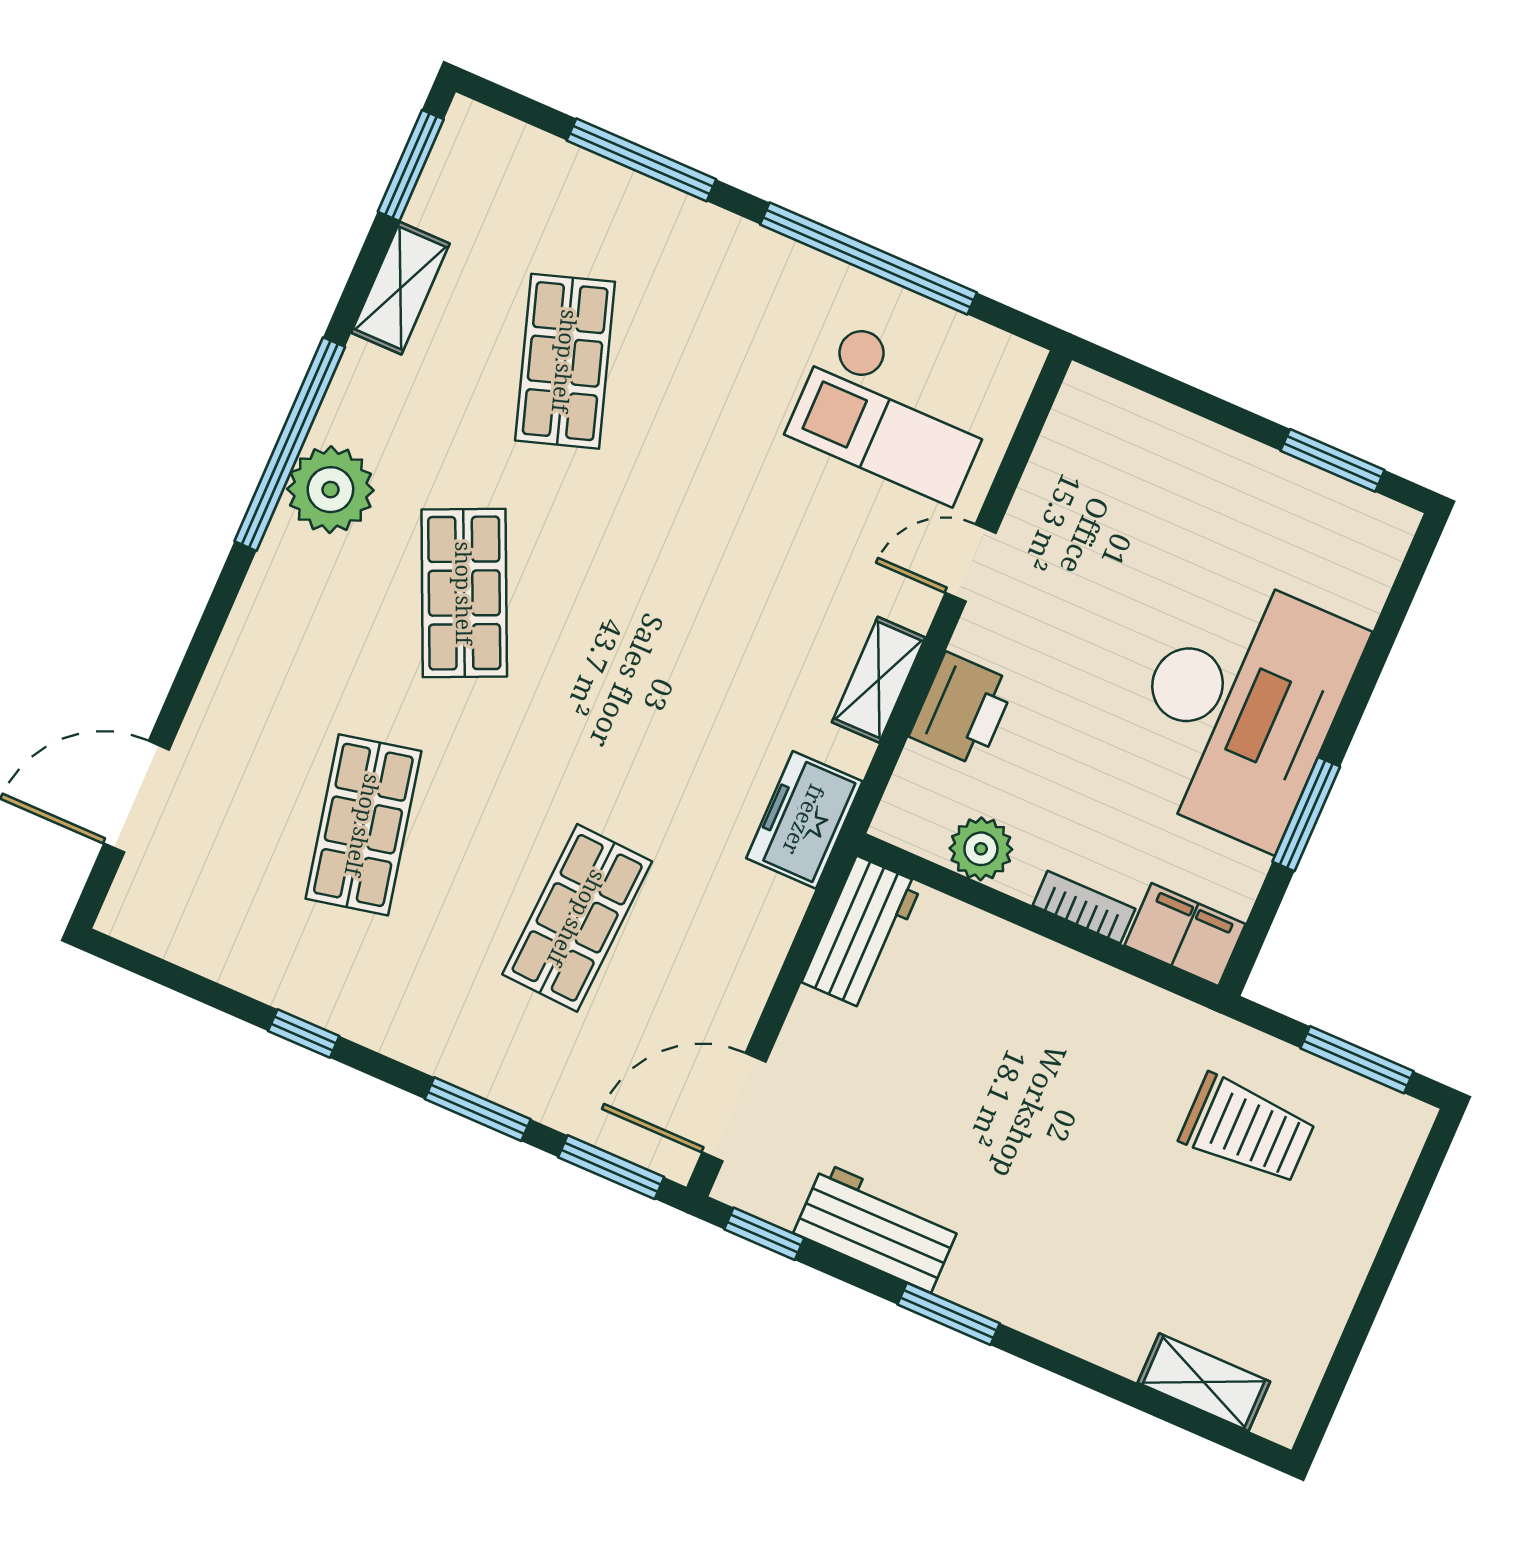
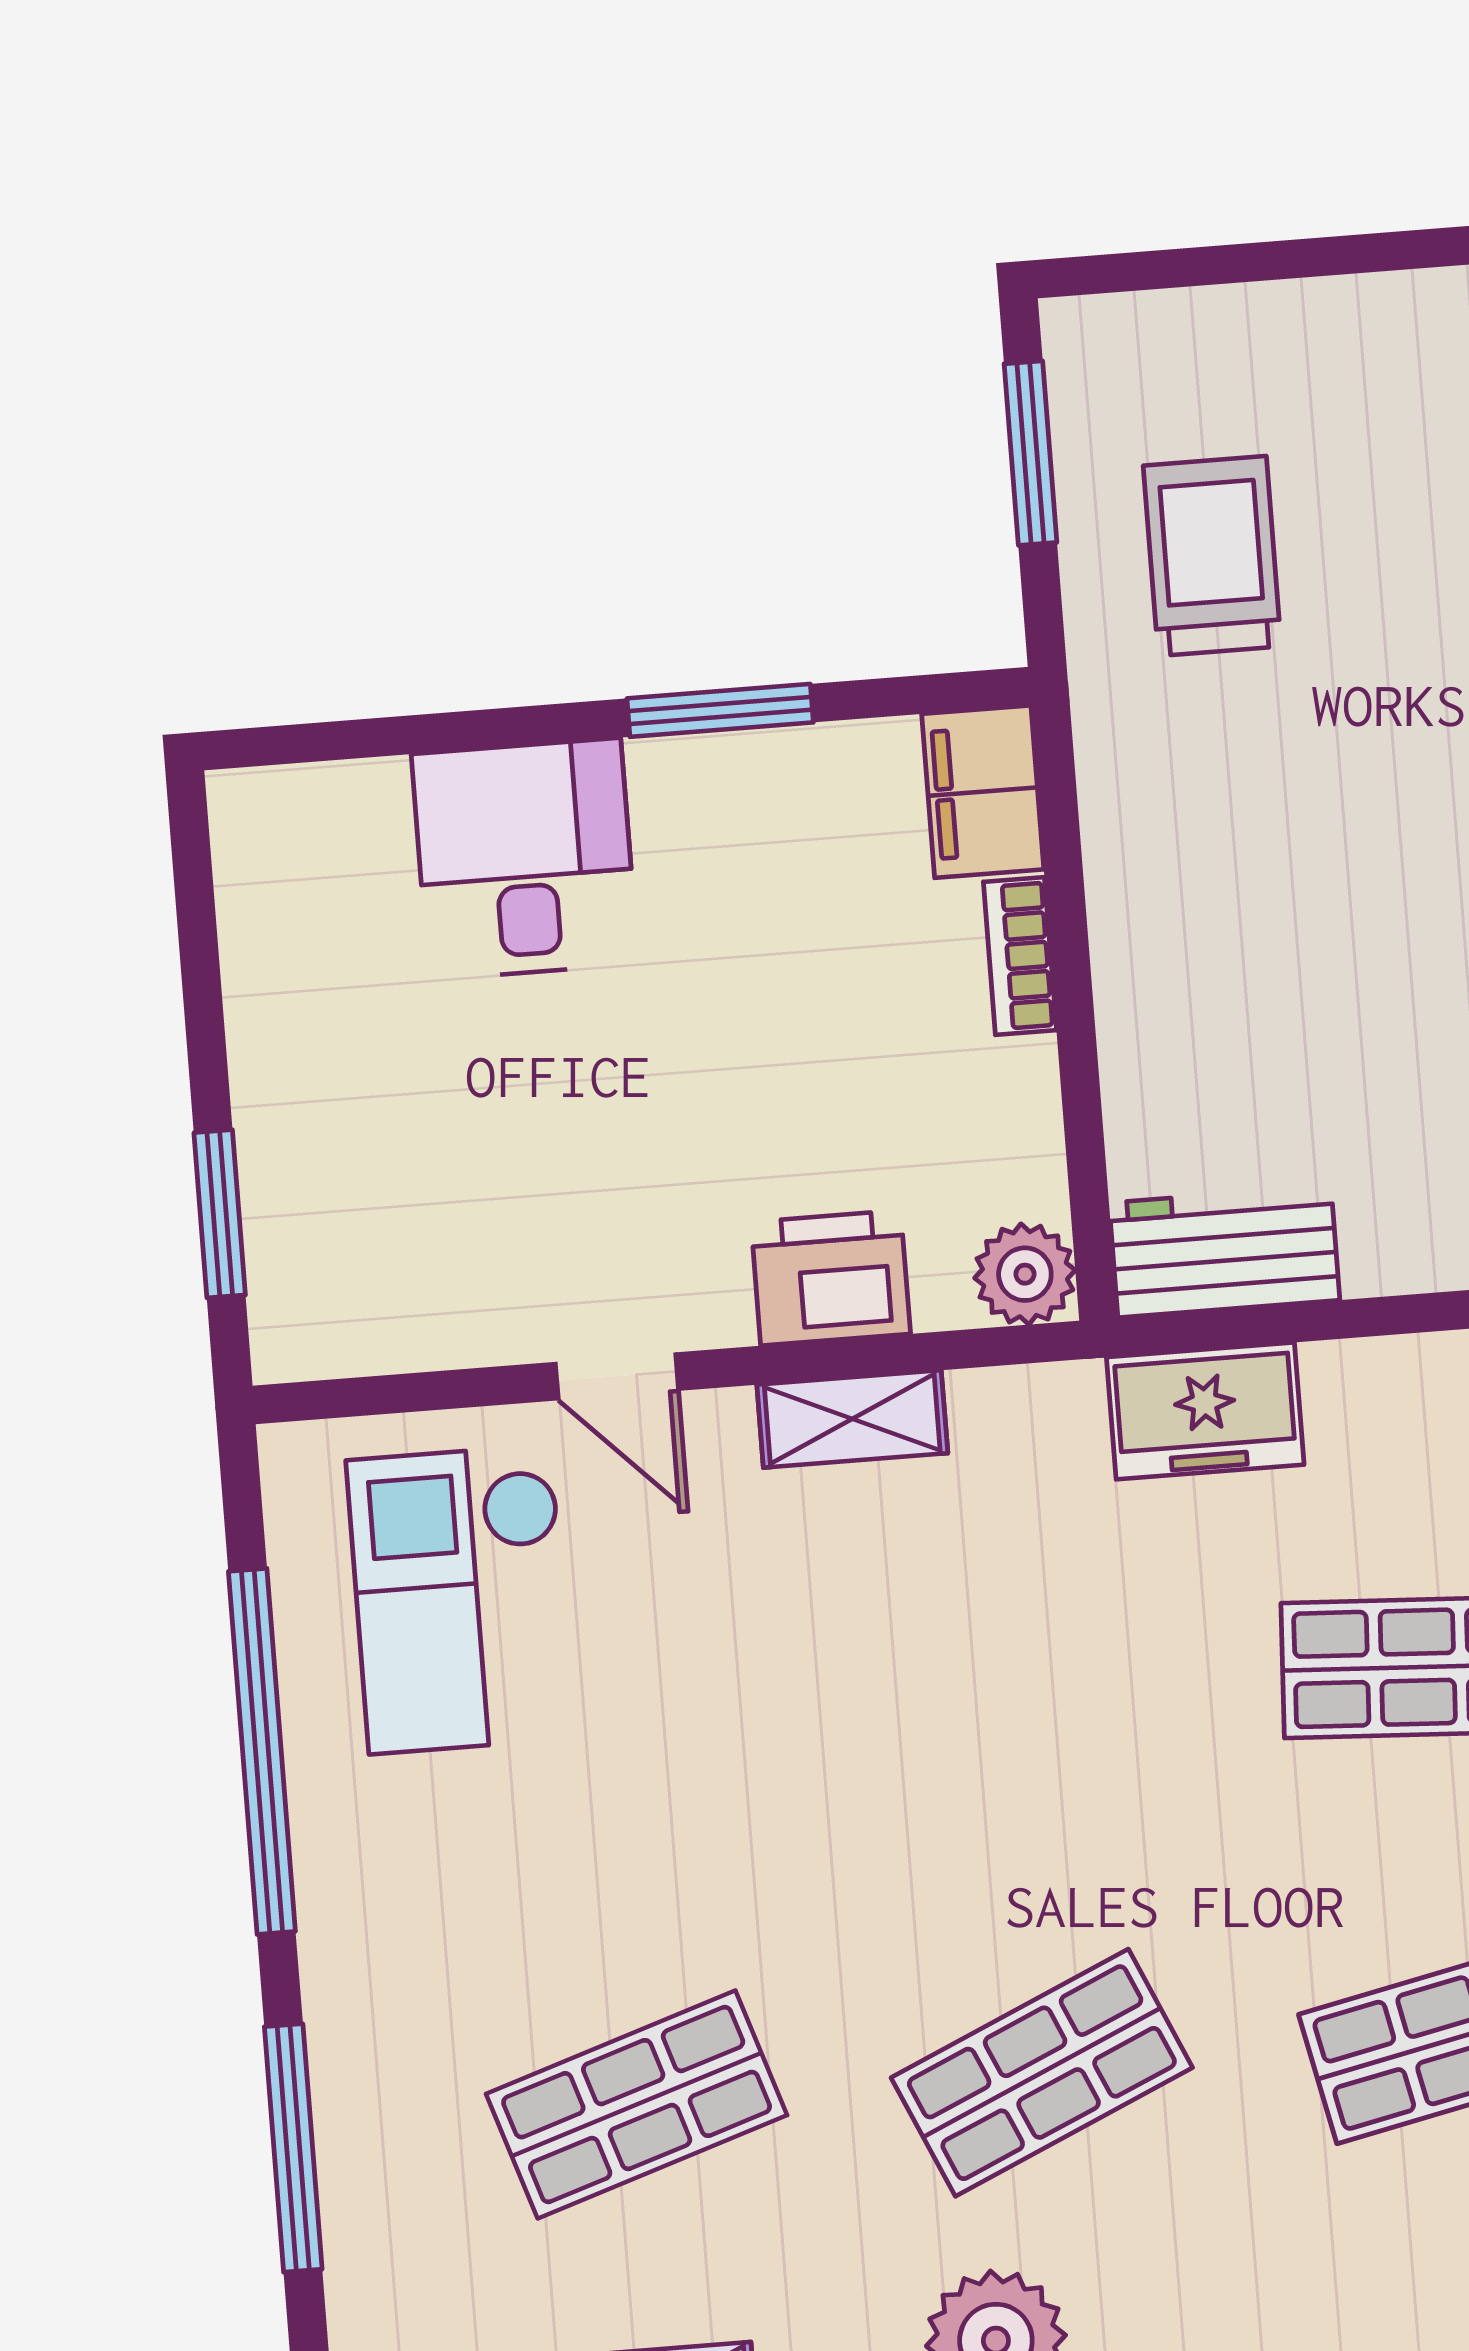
checkout: (894, 412) -> (461, 1599), turned 180
window: (1333, 460) -> (220, 1214), moved
desk: (1240, 707) -> (525, 859), width x0.53, depth x0.77
freezer: (804, 820) -> (1205, 1411), moved
plant: (981, 849) -> (1025, 1274), moved

